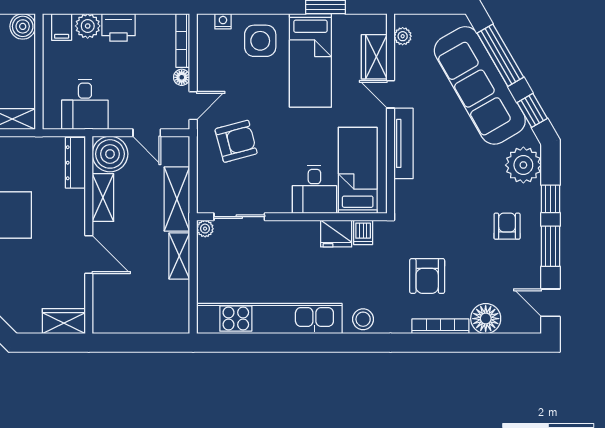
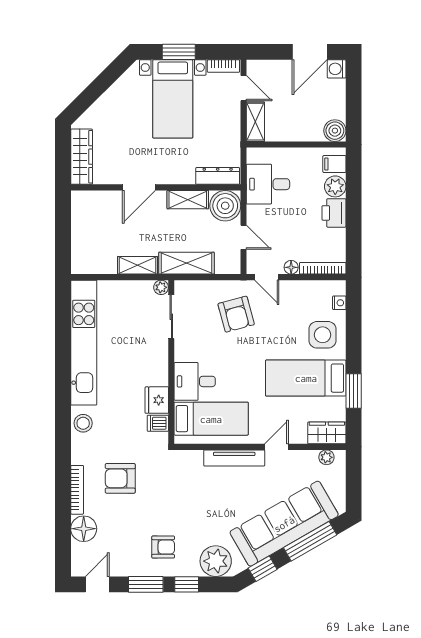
wardrobe: (374, 57) -> (327, 433), moved
door: (147, 133) -> (243, 237), swing flipped
wardrobe: (64, 321) -> (82, 157), width x1.50

